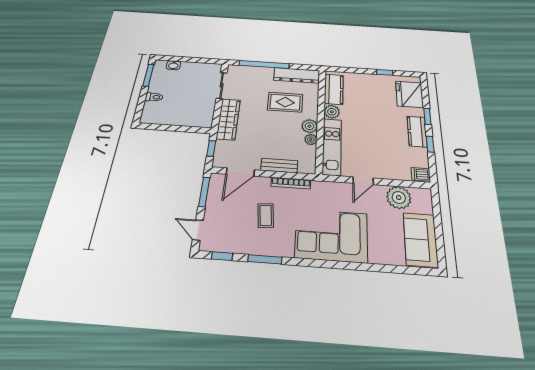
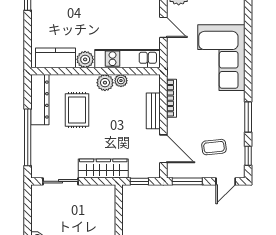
coffee table: (266, 216) -> (214, 147), moved

